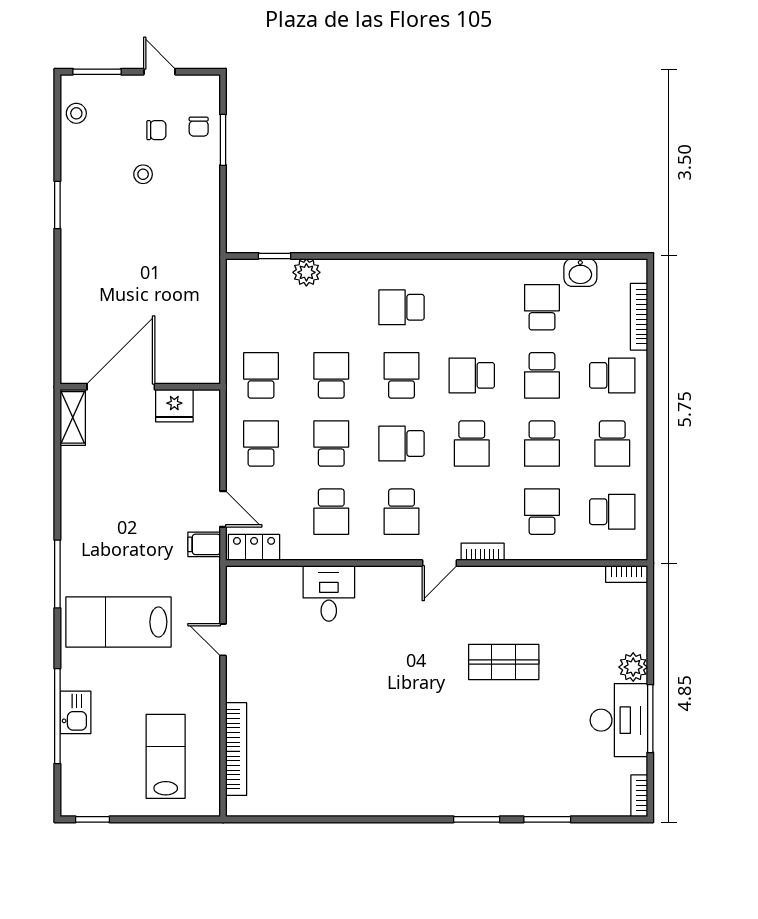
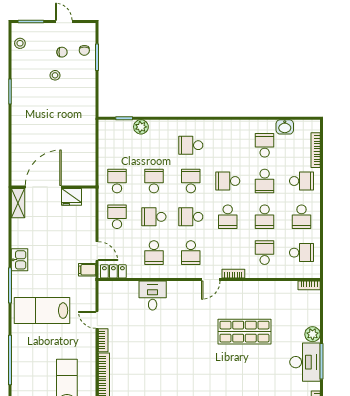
school desk: (331, 444) -> (154, 217), turned -90
shop shelf: (504, 662) -> (244, 332), width x1.43, depth x1.36
bookcase: (235, 678) -> (103, 340), added
kitchen sink: (75, 712) -> (20, 260), moved

